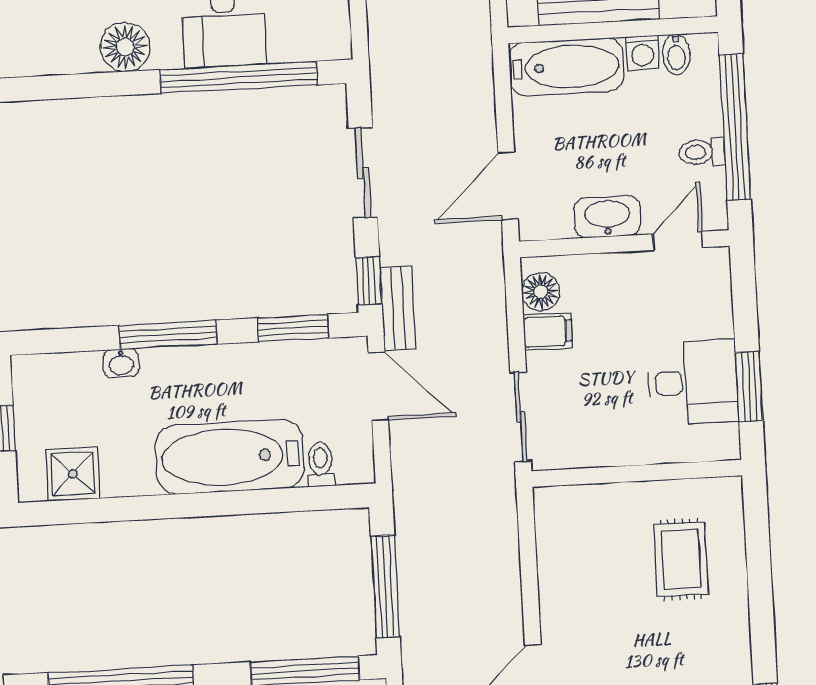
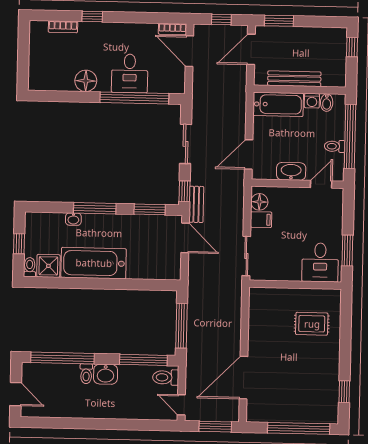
desk: (693, 382) -> (320, 262), moved, turned 90
bathtub: (230, 457) -> (94, 263), moved
toilet: (321, 464) -> (30, 267), moved
rug: (681, 559) -> (312, 324), turned 90

